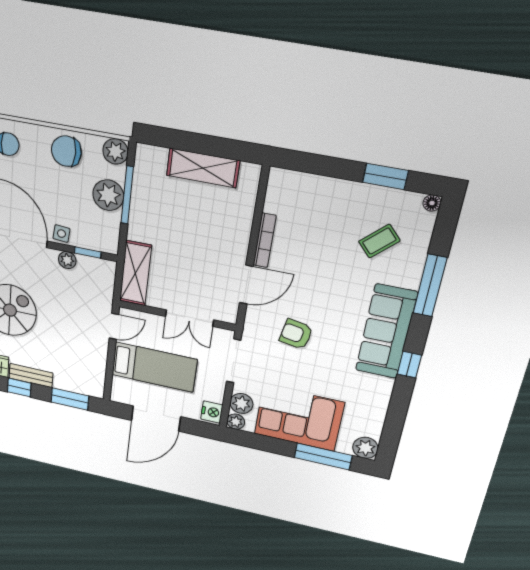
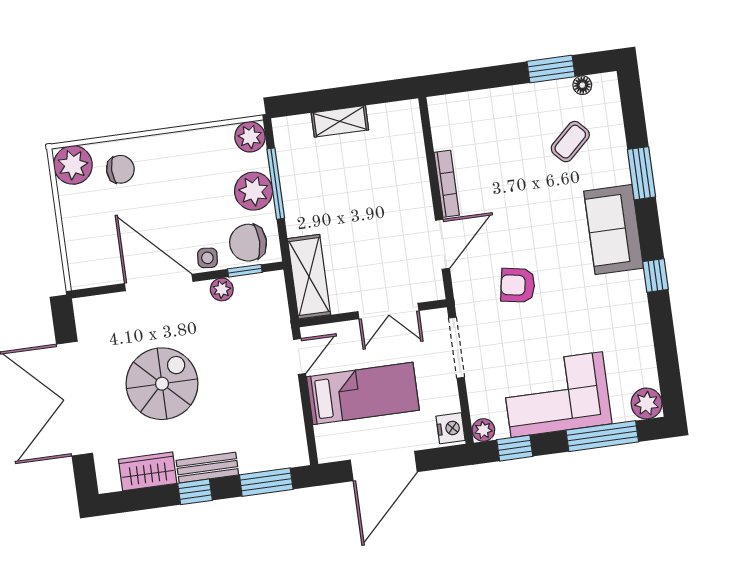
chair: (66, 151) -> (248, 243), moved
shelving: (203, 168) -> (340, 121), width x0.67, depth x0.75
floor lamp: (432, 203) -> (582, 85), moved
window: (430, 286) -> (641, 173), width x0.69
sofa: (386, 332) -> (614, 230), width x0.73
plant: (241, 403) -> (483, 402), removed
window: (255, 441) -> (515, 448), added

